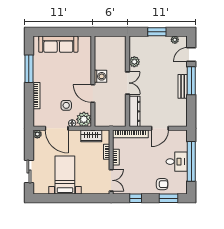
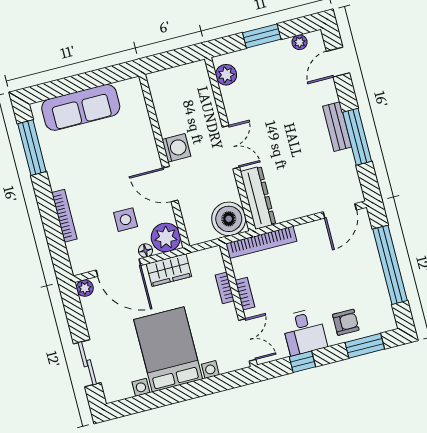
plant: (134, 62) -> (226, 75), moved
window: (29, 69) -> (32, 148), moved
window: (191, 81) -> (357, 137), moved
boiler: (117, 118) -> (229, 219), added
door: (160, 128) -> (340, 211), moved
wardrobe: (91, 136) -> (169, 270), moved
desk: (177, 162) -> (304, 332), moved, turned 90
bed with nightstands: (65, 175) -> (168, 349), width x1.36

